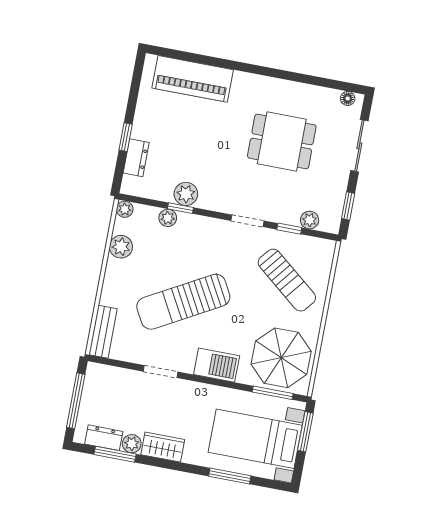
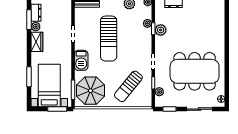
piano: (193, 79) -> (217, 23), removed
dining table: (282, 141) -> (195, 71), width x1.88, depth x1.24
sun lounger: (183, 302) -> (109, 39), turned -151

